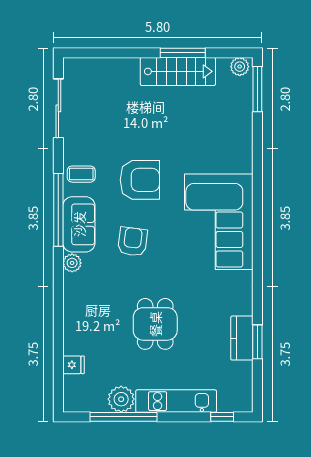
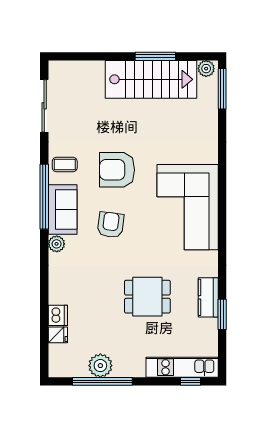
stairs: (178, 71) -> (151, 79), width x1.36, depth x1.51
armchair: (140, 180) -> (117, 170), turned 180
dining table: (155, 324) -> (147, 297), moved, turned 90
kitchen counter: (242, 338) -> (208, 297), moved
dishwasher: (74, 343) -> (58, 315), added
kitchen unit: (176, 401) -> (182, 367), moved

